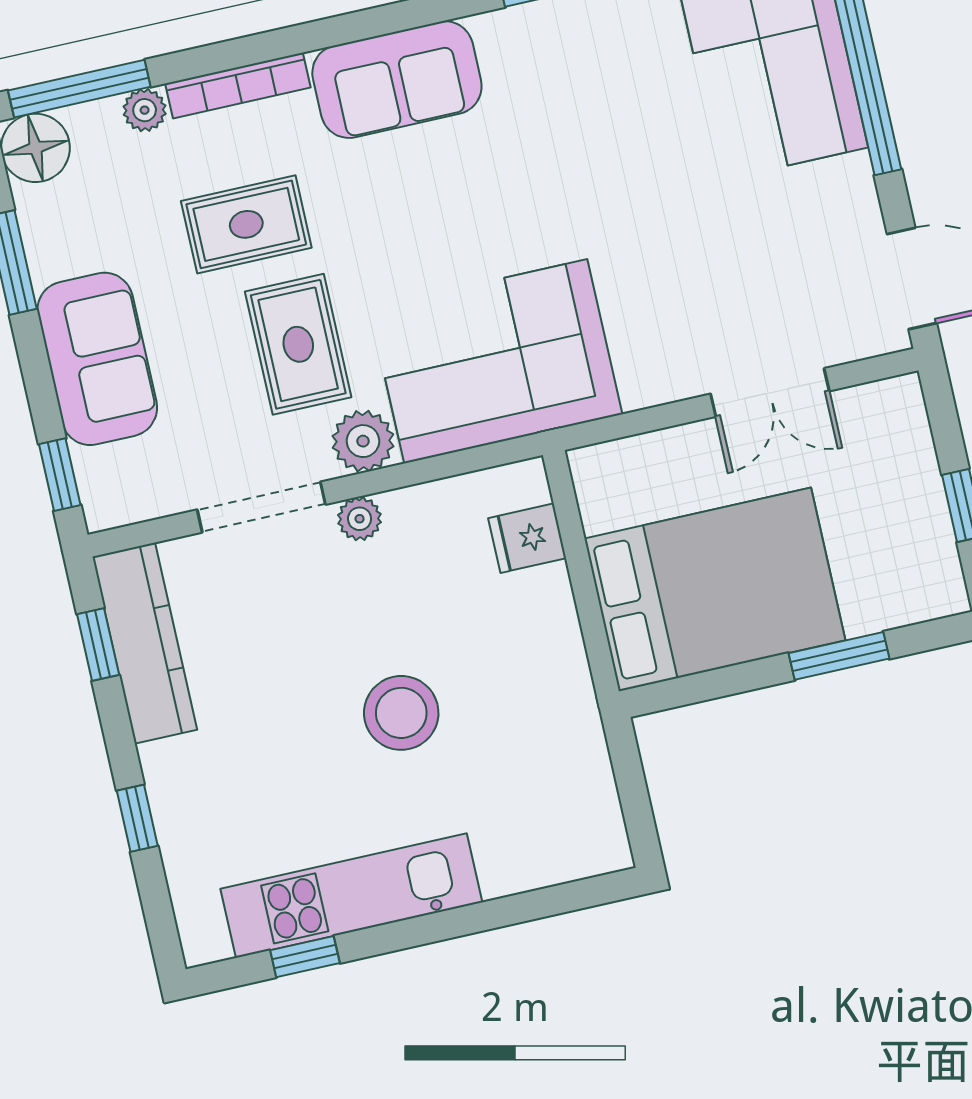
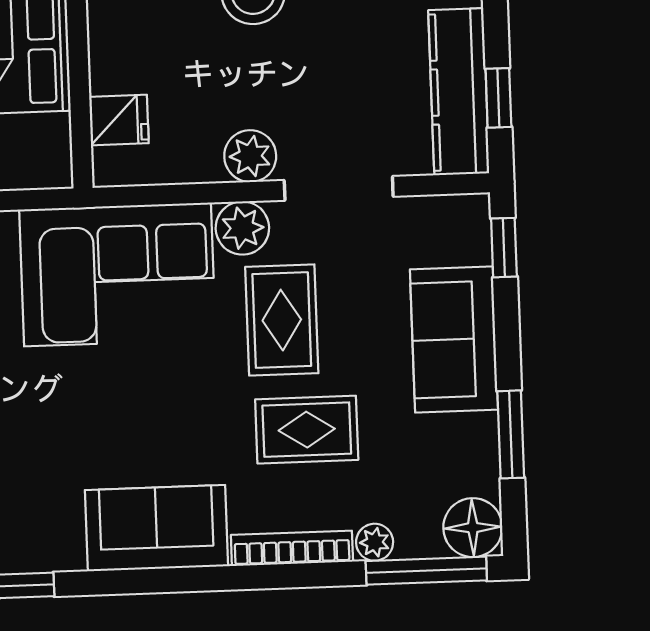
plant: (360, 519) -> (250, 156), width x1.38, depth x1.38

